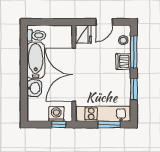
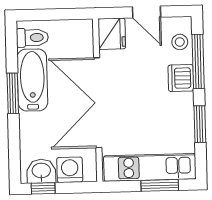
door: (104, 22) -> (147, 12), hinge flipped
window: (24, 68) -> (13, 93), added
washbasin: (34, 88) -> (41, 171), moved, turned -90
window: (59, 125) -> (43, 188), moved

